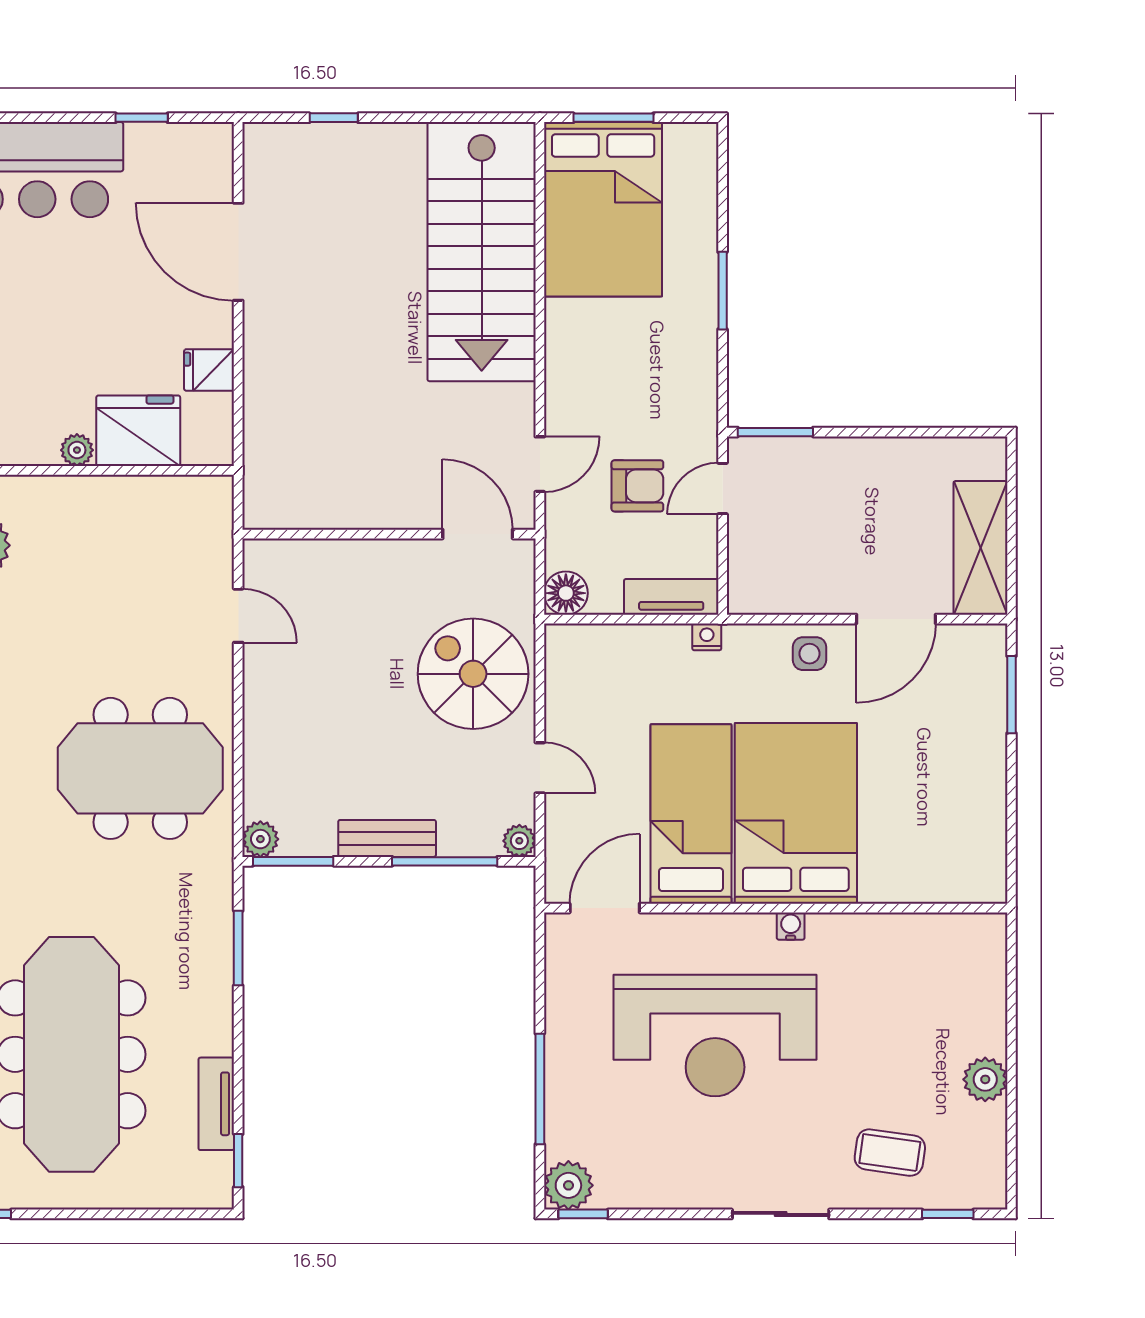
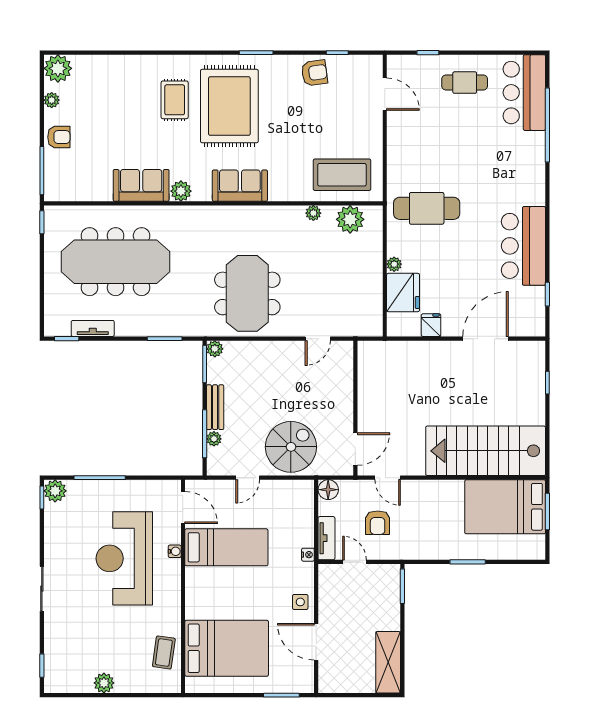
door: (723, 488) -> (355, 562), moved
shelving: (980, 548) -> (388, 662), moved, turned 90
bed: (796, 813) -> (227, 648), moved
plant: (519, 841) -> (214, 439), moved
water cooler: (791, 926) -> (175, 551), moved
coffee table: (890, 1153) -> (164, 652), moved

